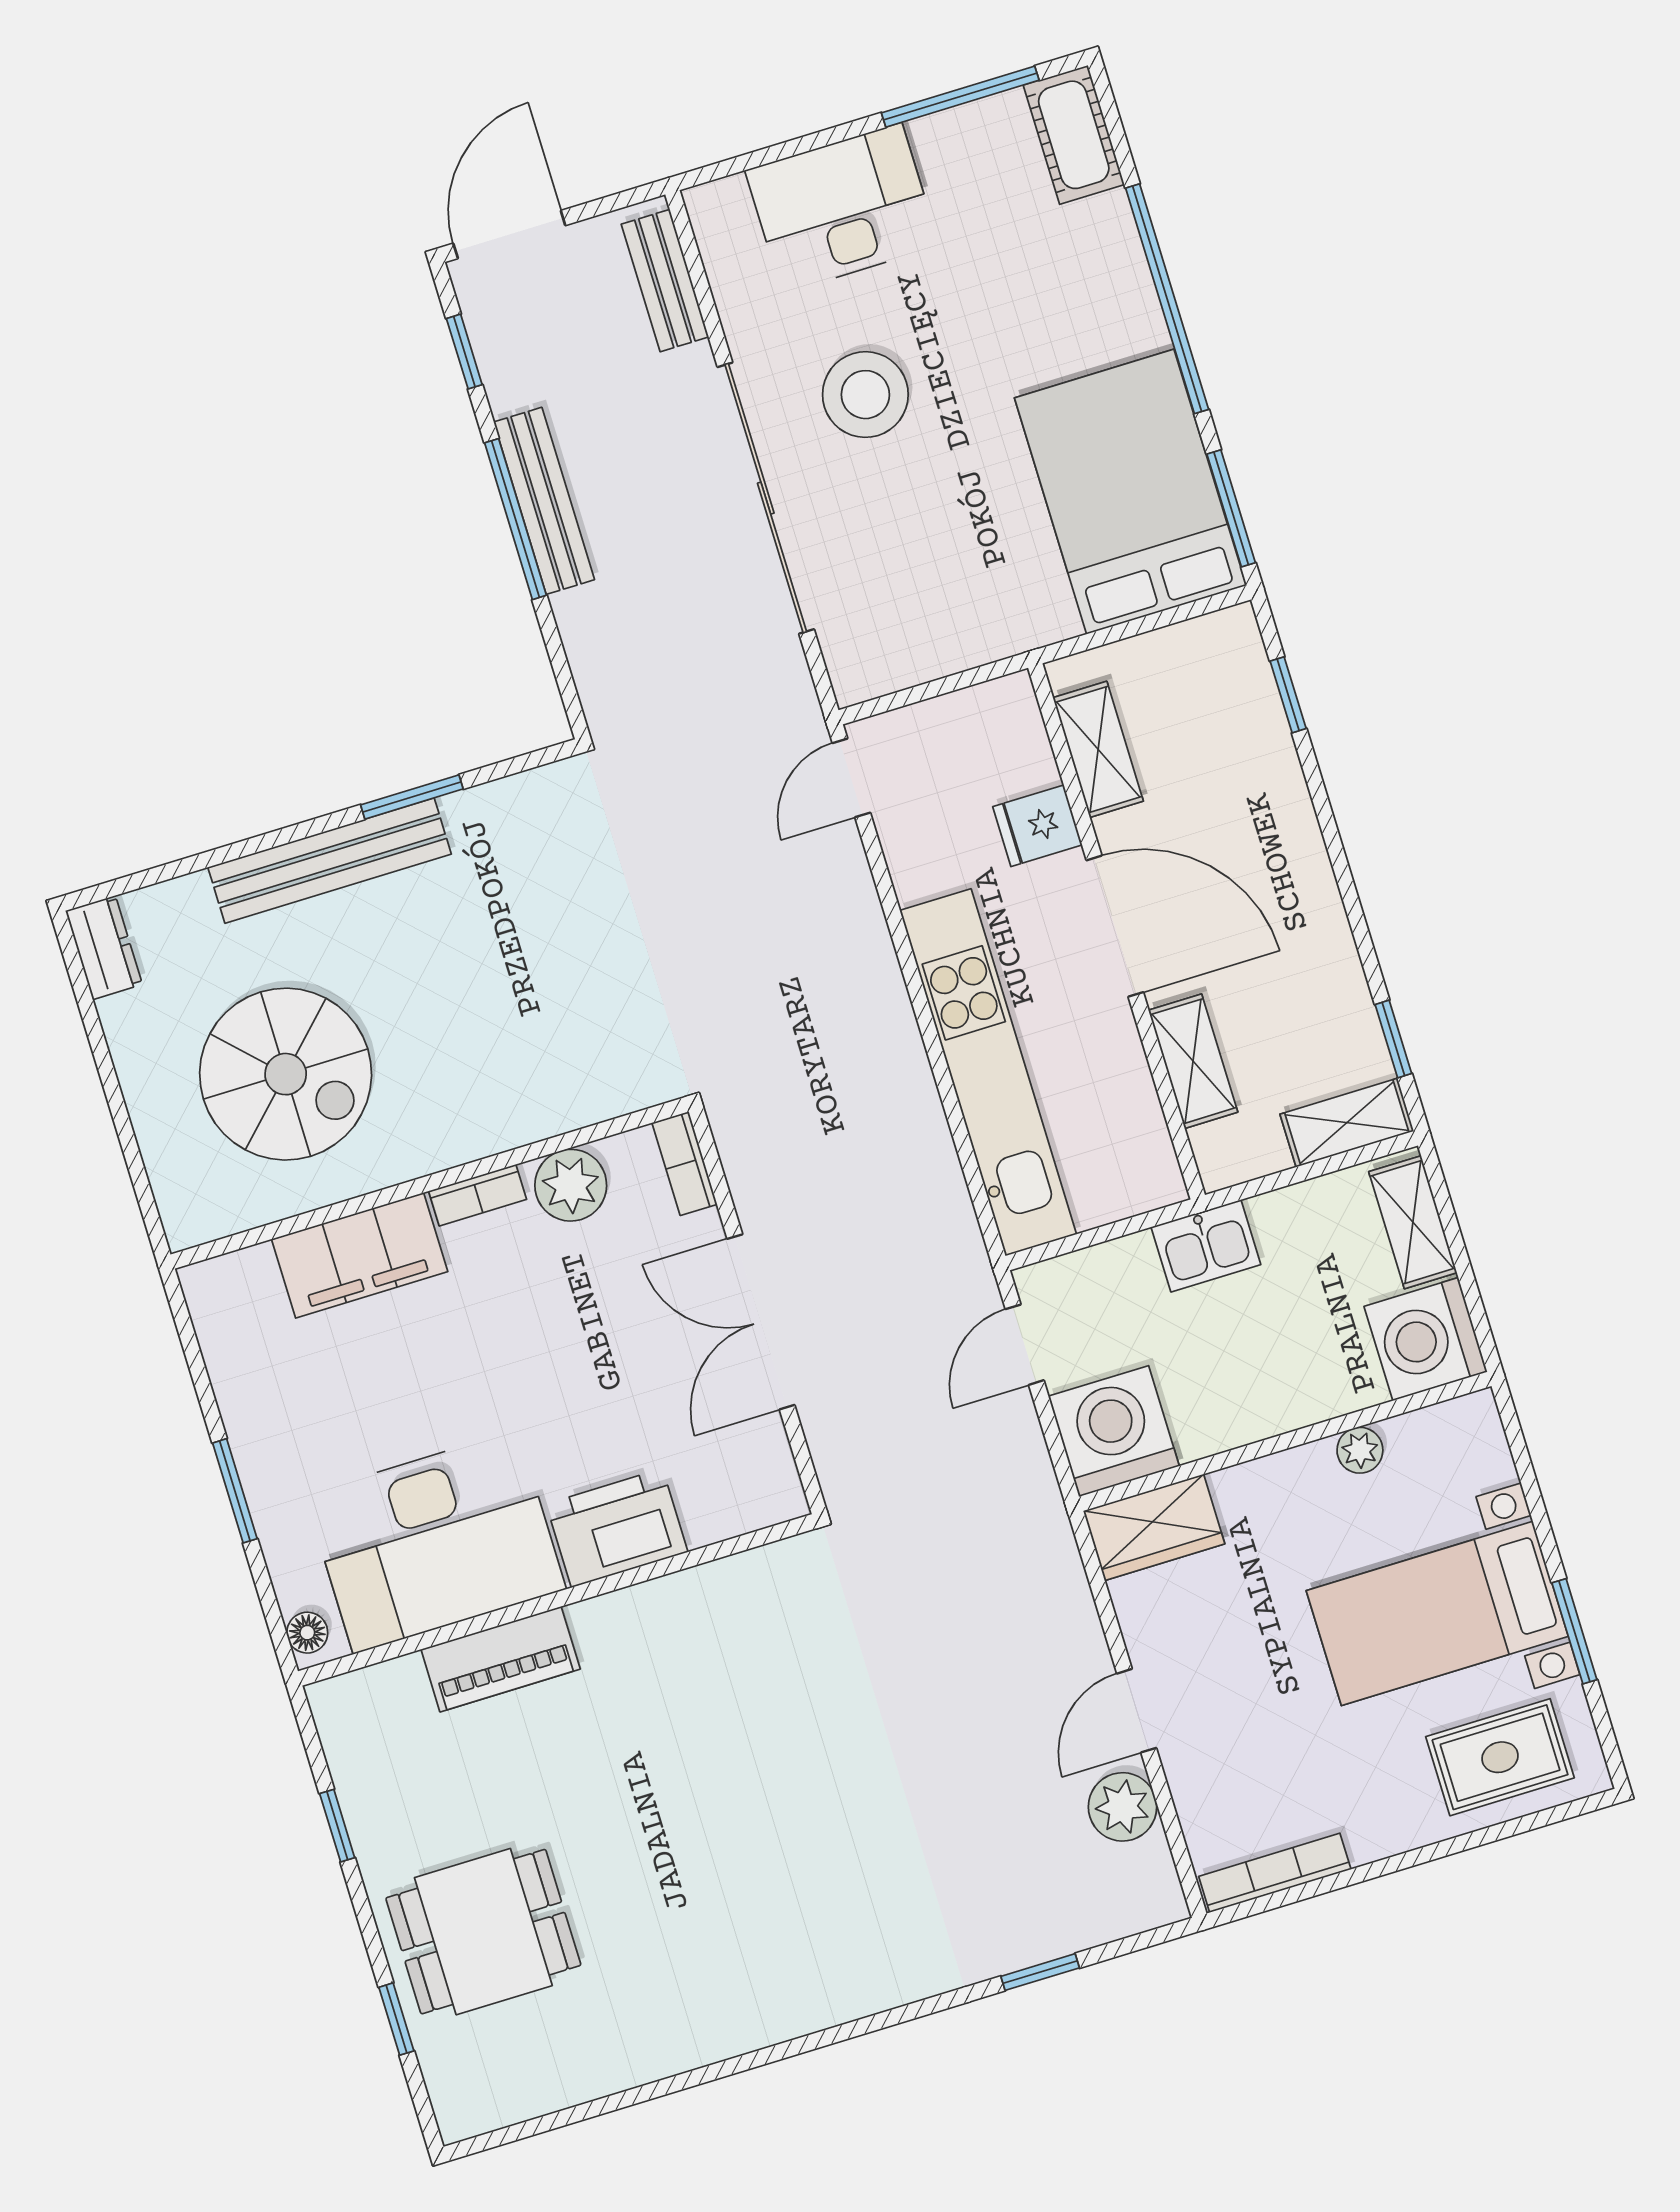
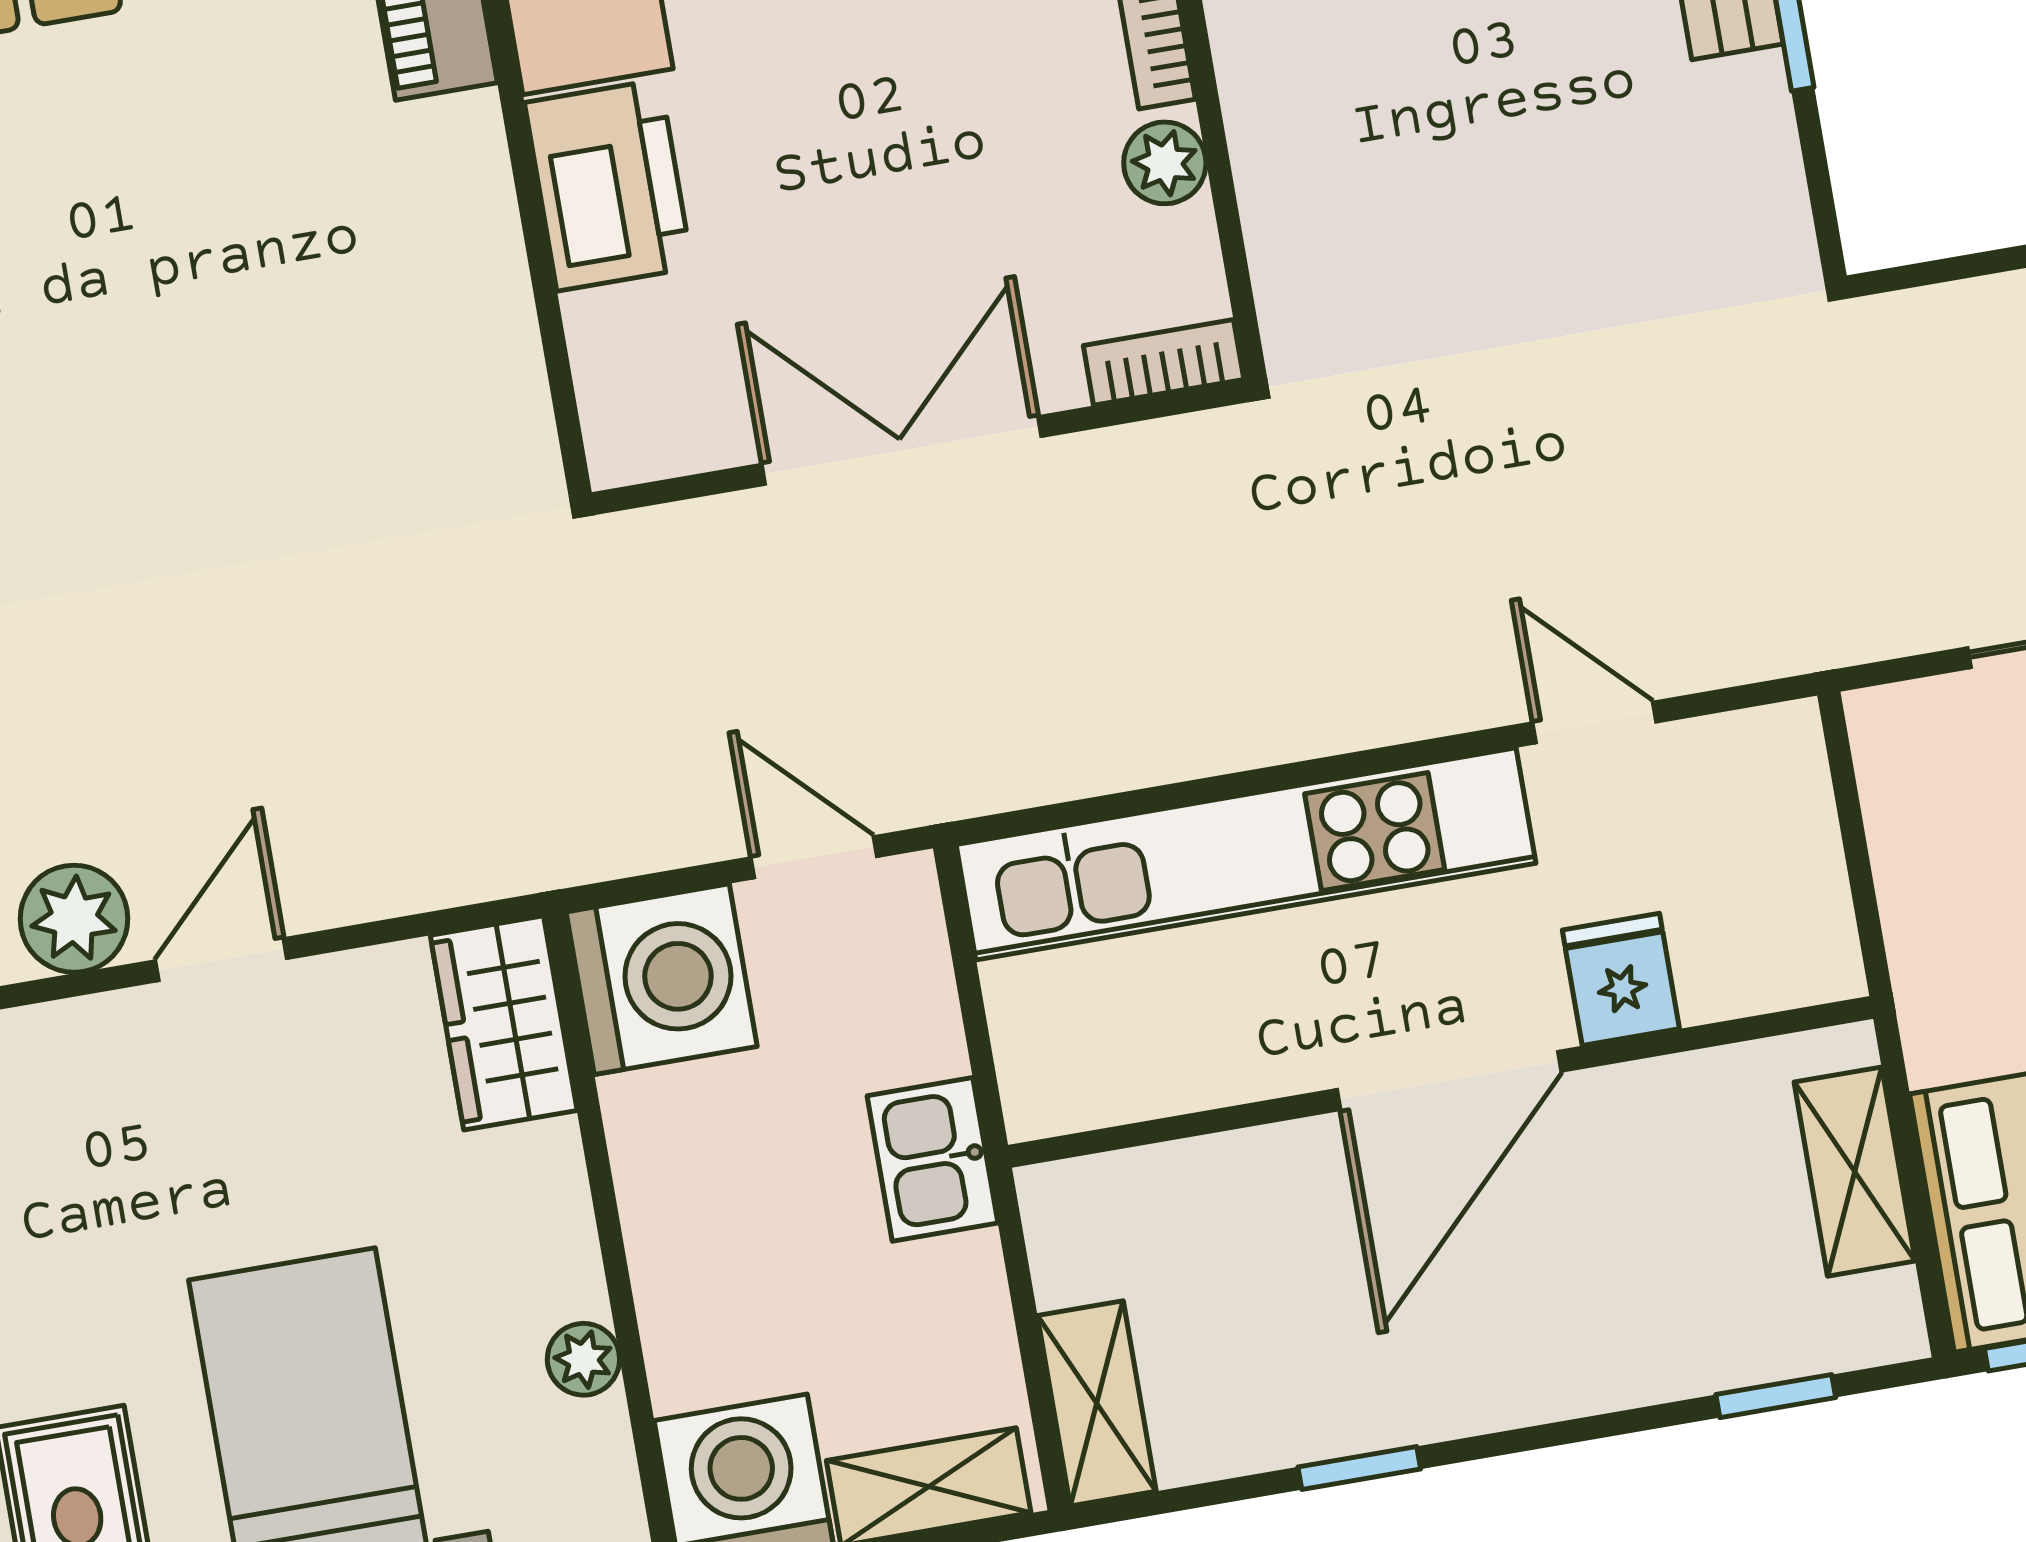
shelving: (1098, 749) -> (1855, 1172), moved, turned 90
door: (851, 778) -> (1595, 722), moved
window: (1393, 1039) -> (1359, 1468), moved
shelving: (1193, 1061) -> (1223, 1176), removed
plant: (571, 1185) -> (1165, 163), width x0.73, depth x0.73
door: (1137, 1711) -> (221, 960), hinge flipped

